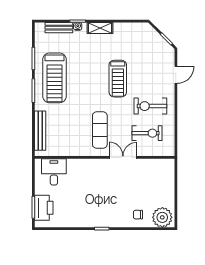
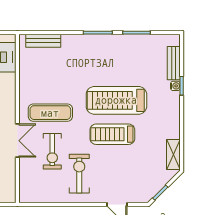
shelving: (100, 28) -> (173, 154), moved
treadmill: (54, 78) -> (116, 100), moved
bench: (40, 131) -> (43, 41), width x0.73
exercise bike: (147, 133) -> (52, 151), moved

